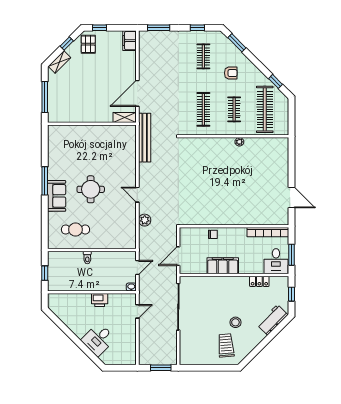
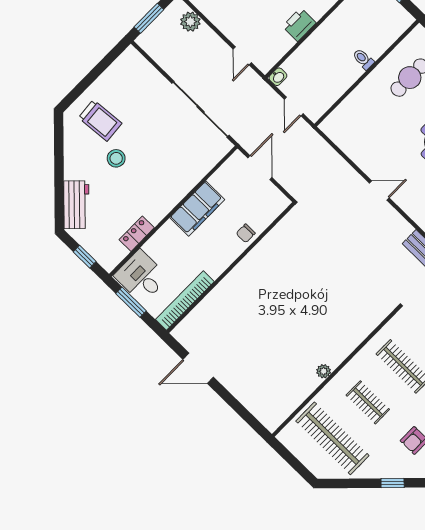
window: (276, 81) -> (393, 483), moved
plant: (145, 220) -> (190, 22), moved

